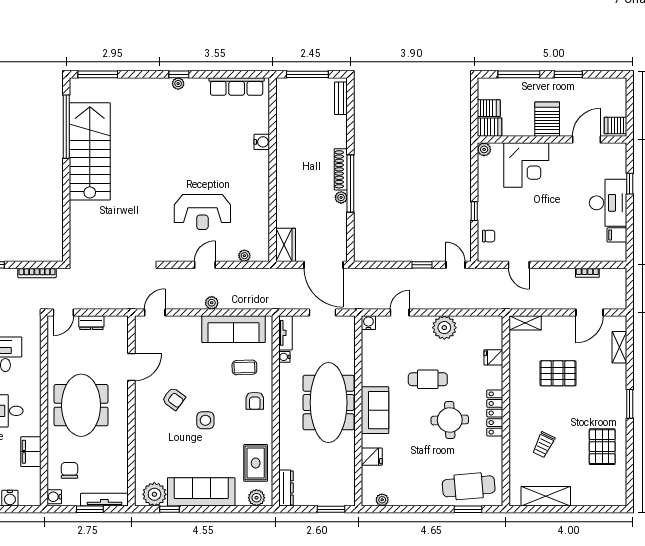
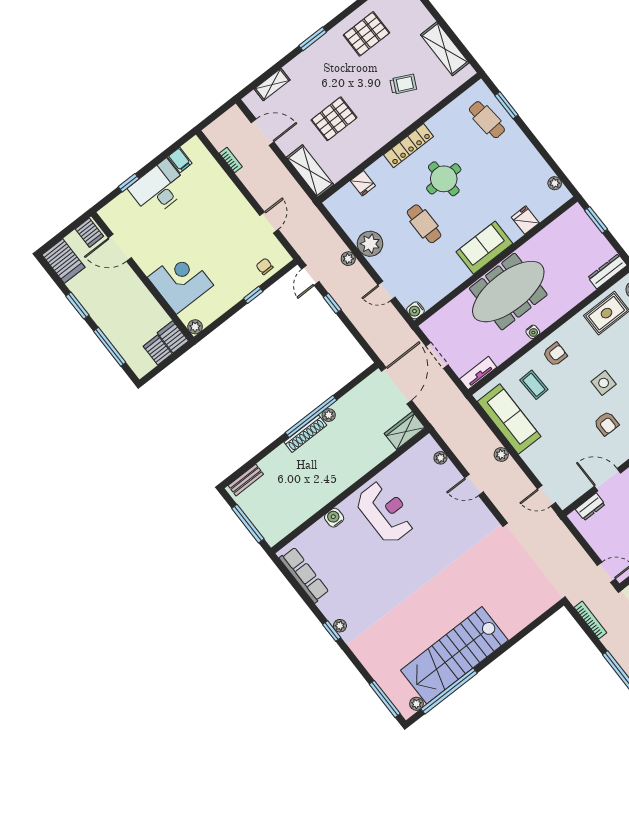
plant: (76, 95) -> (416, 704), added
server rack: (547, 119) -> (63, 261), moved, turned -90
reception desk: (202, 212) -> (386, 512), moved
plant: (446, 303) -> (348, 259), added
dresser: (91, 323) -> (590, 507), moved, turned 90
shelving: (525, 323) -> (310, 171), width x1.50, depth x1.33
water cooler: (284, 357) -> (533, 332), moved
pallet: (558, 373) -> (334, 119), turned 90
armchair: (174, 399) -> (606, 423), turned 144
cafe table: (469, 486) -> (487, 120), width x0.73, depth x0.74

